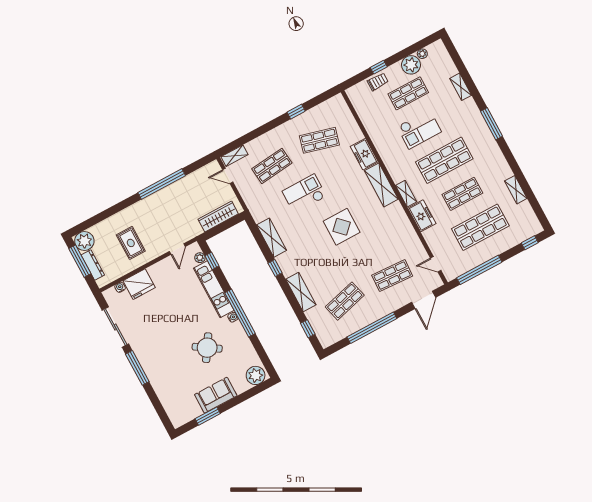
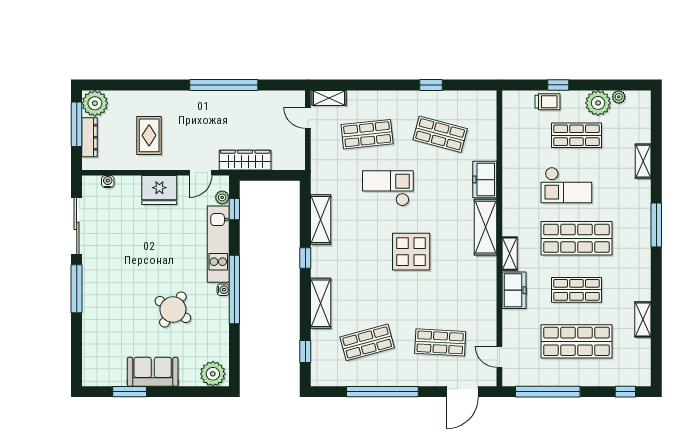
wardrobe: (218, 216) -> (245, 160), moved
fridge: (139, 284) -> (159, 190), moved

